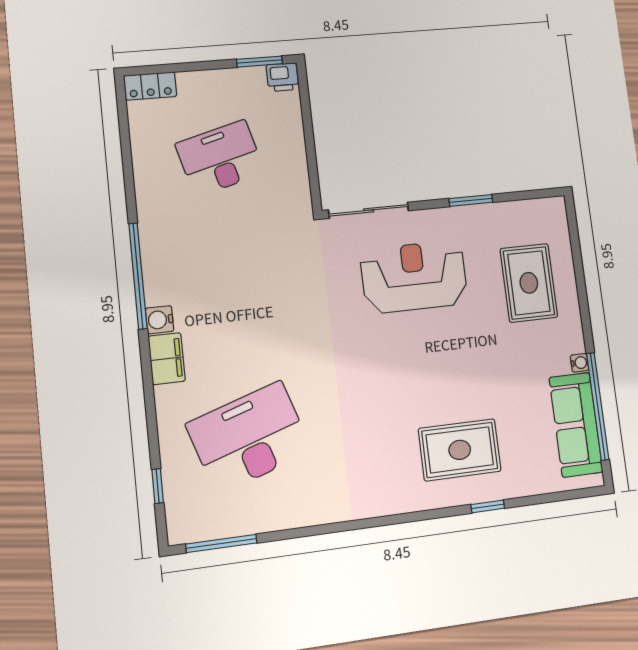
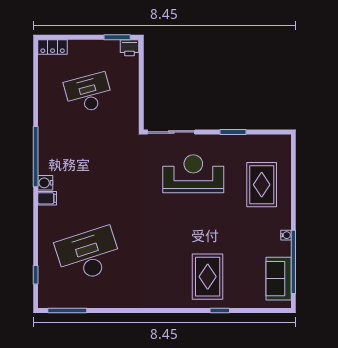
filing cabinet: (167, 359) -> (47, 198), width x0.50
sofa: (576, 425) -> (279, 279), width x0.73
rug: (460, 450) -> (208, 277), turned 90

